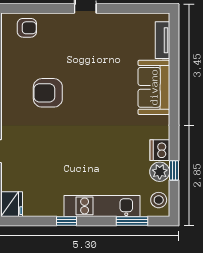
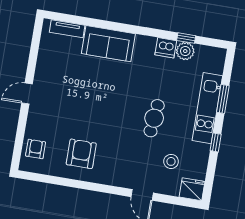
armchair: (48, 93) -> (81, 154), moved, turned 180
cafe table: (82, 150) -> (154, 118), added
stool: (159, 200) -> (171, 161), moved
window: (132, 221) -> (223, 99), moved

